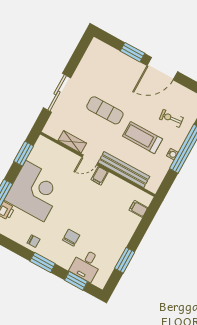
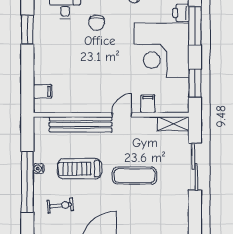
treadmill: (143, 138) -> (79, 169), turned 180
shelving: (72, 142) -> (173, 124), moved
filing cabinet: (100, 176) -> (148, 104), moved

